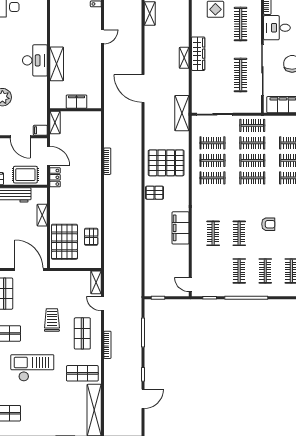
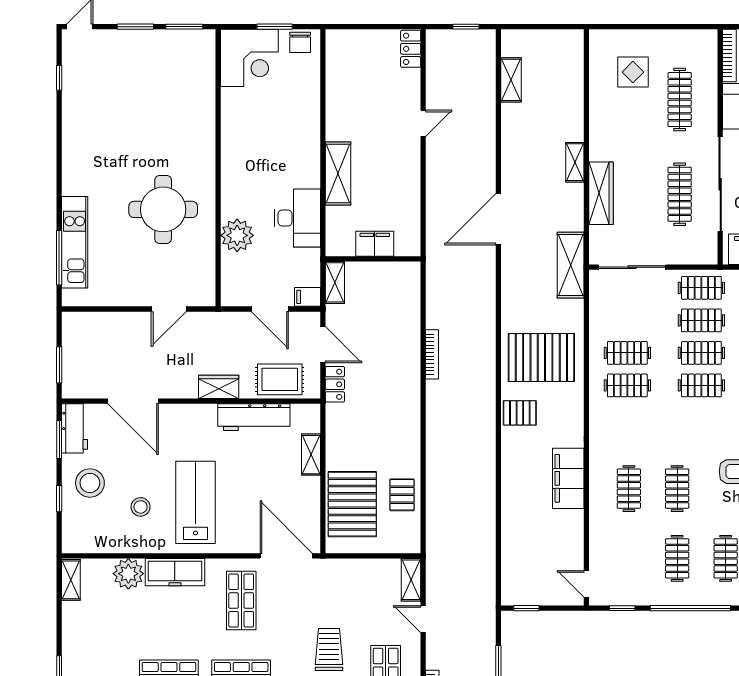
wardrobe: (198, 54) -> (601, 193), moved
desk: (35, 60) -> (297, 218), moved
door: (143, 89) -> (498, 219), hinge flipped
clothes rail: (212, 143) -> (627, 320), removed

